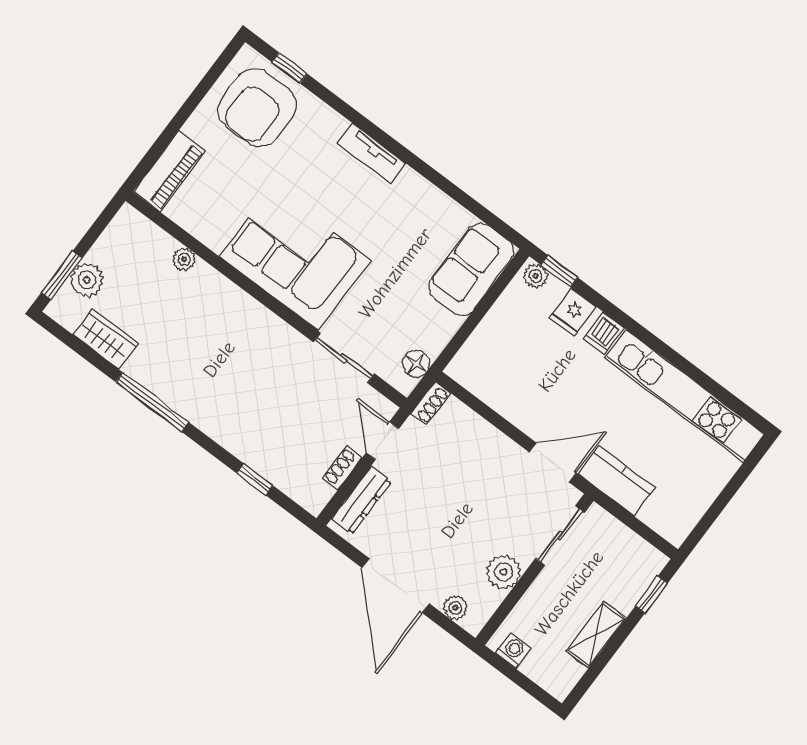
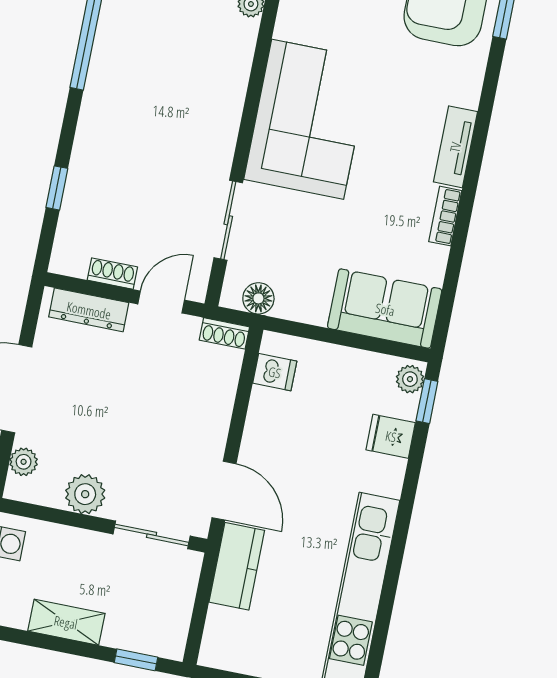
bookcase: (422, 187) -> (445, 216), added
dishwasher: (604, 333) -> (275, 372), moved, turned 180

